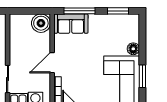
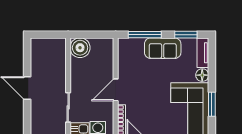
boiler: (41, 23) -> (80, 48), moved
sofa: (71, 24) -> (163, 48), moved
tv unit: (134, 28) -> (203, 53), added

